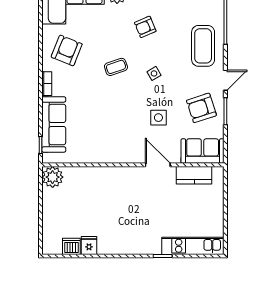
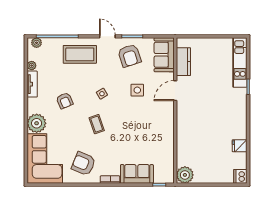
sofa: (54, 124) -> (137, 174), width x0.73
dishwasher: (71, 246) -> (240, 176), moved

